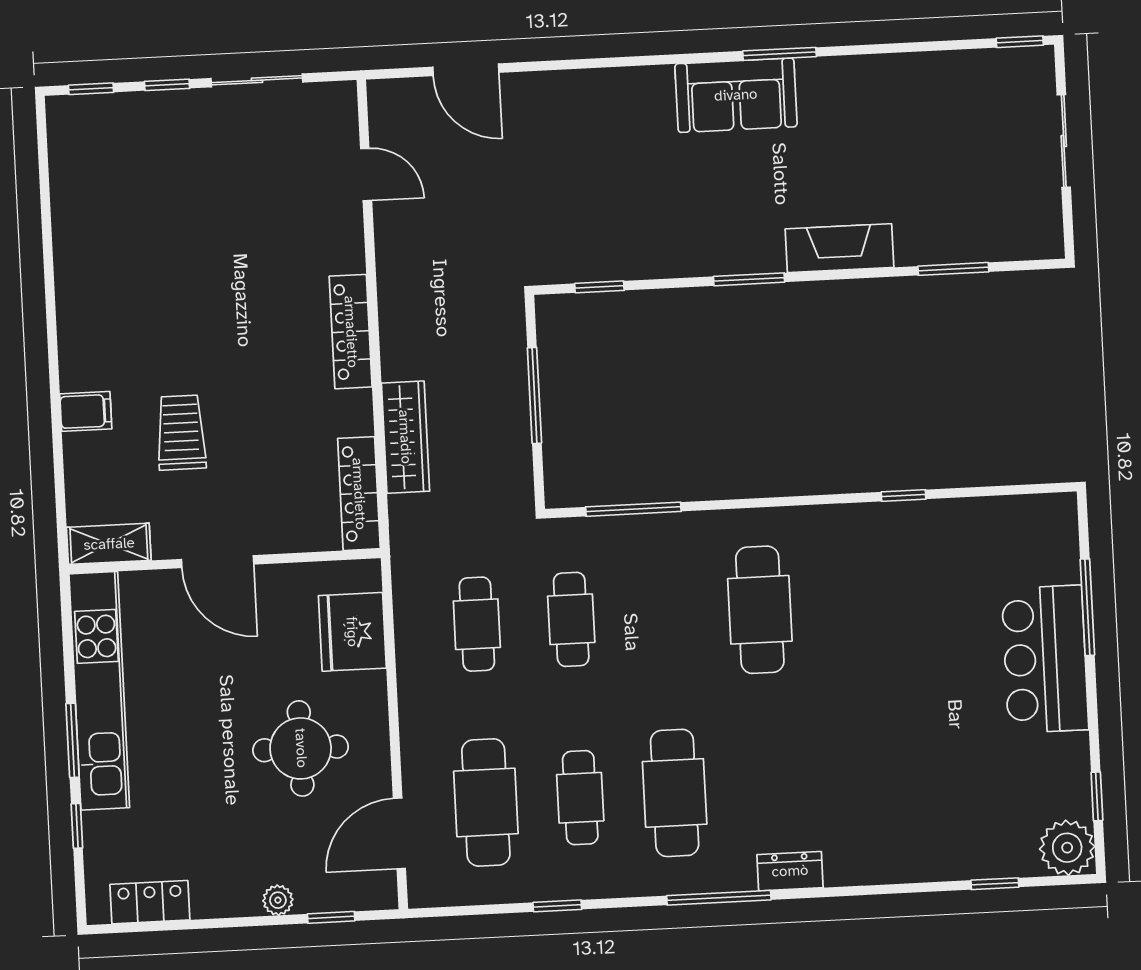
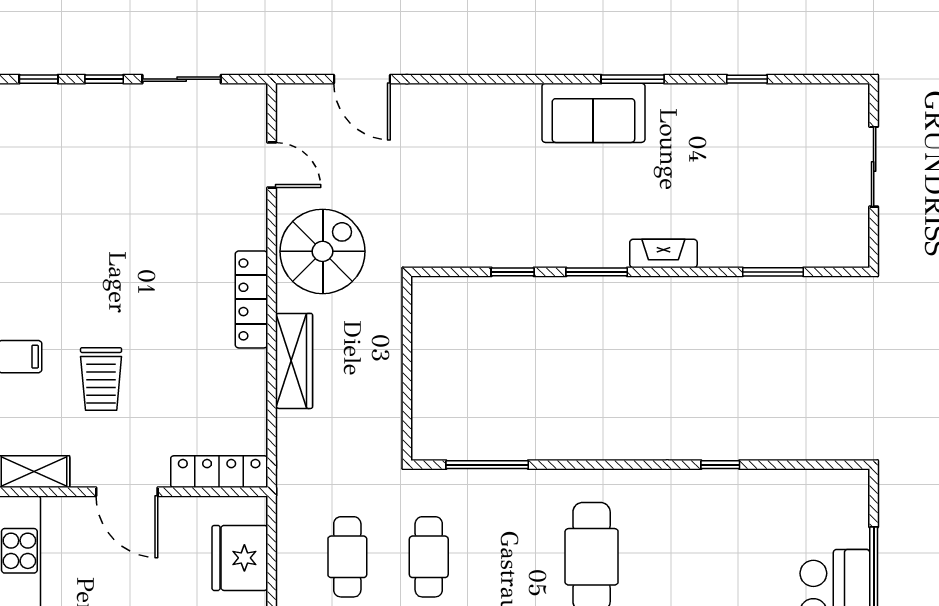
window: (1020, 42) -> (747, 79), moved
fireplace: (839, 248) -> (663, 253), width x0.73, depth x0.76
spiral stairs: (430, 272) -> (323, 251), added
window: (599, 287) -> (513, 272), moved
window: (534, 395) -> (407, 362), removed
trolley: (181, 433) -> (101, 379), turned 180
wardrobe: (405, 437) -> (294, 361), moved
locker: (359, 494) -> (219, 472), moved, turned 90

